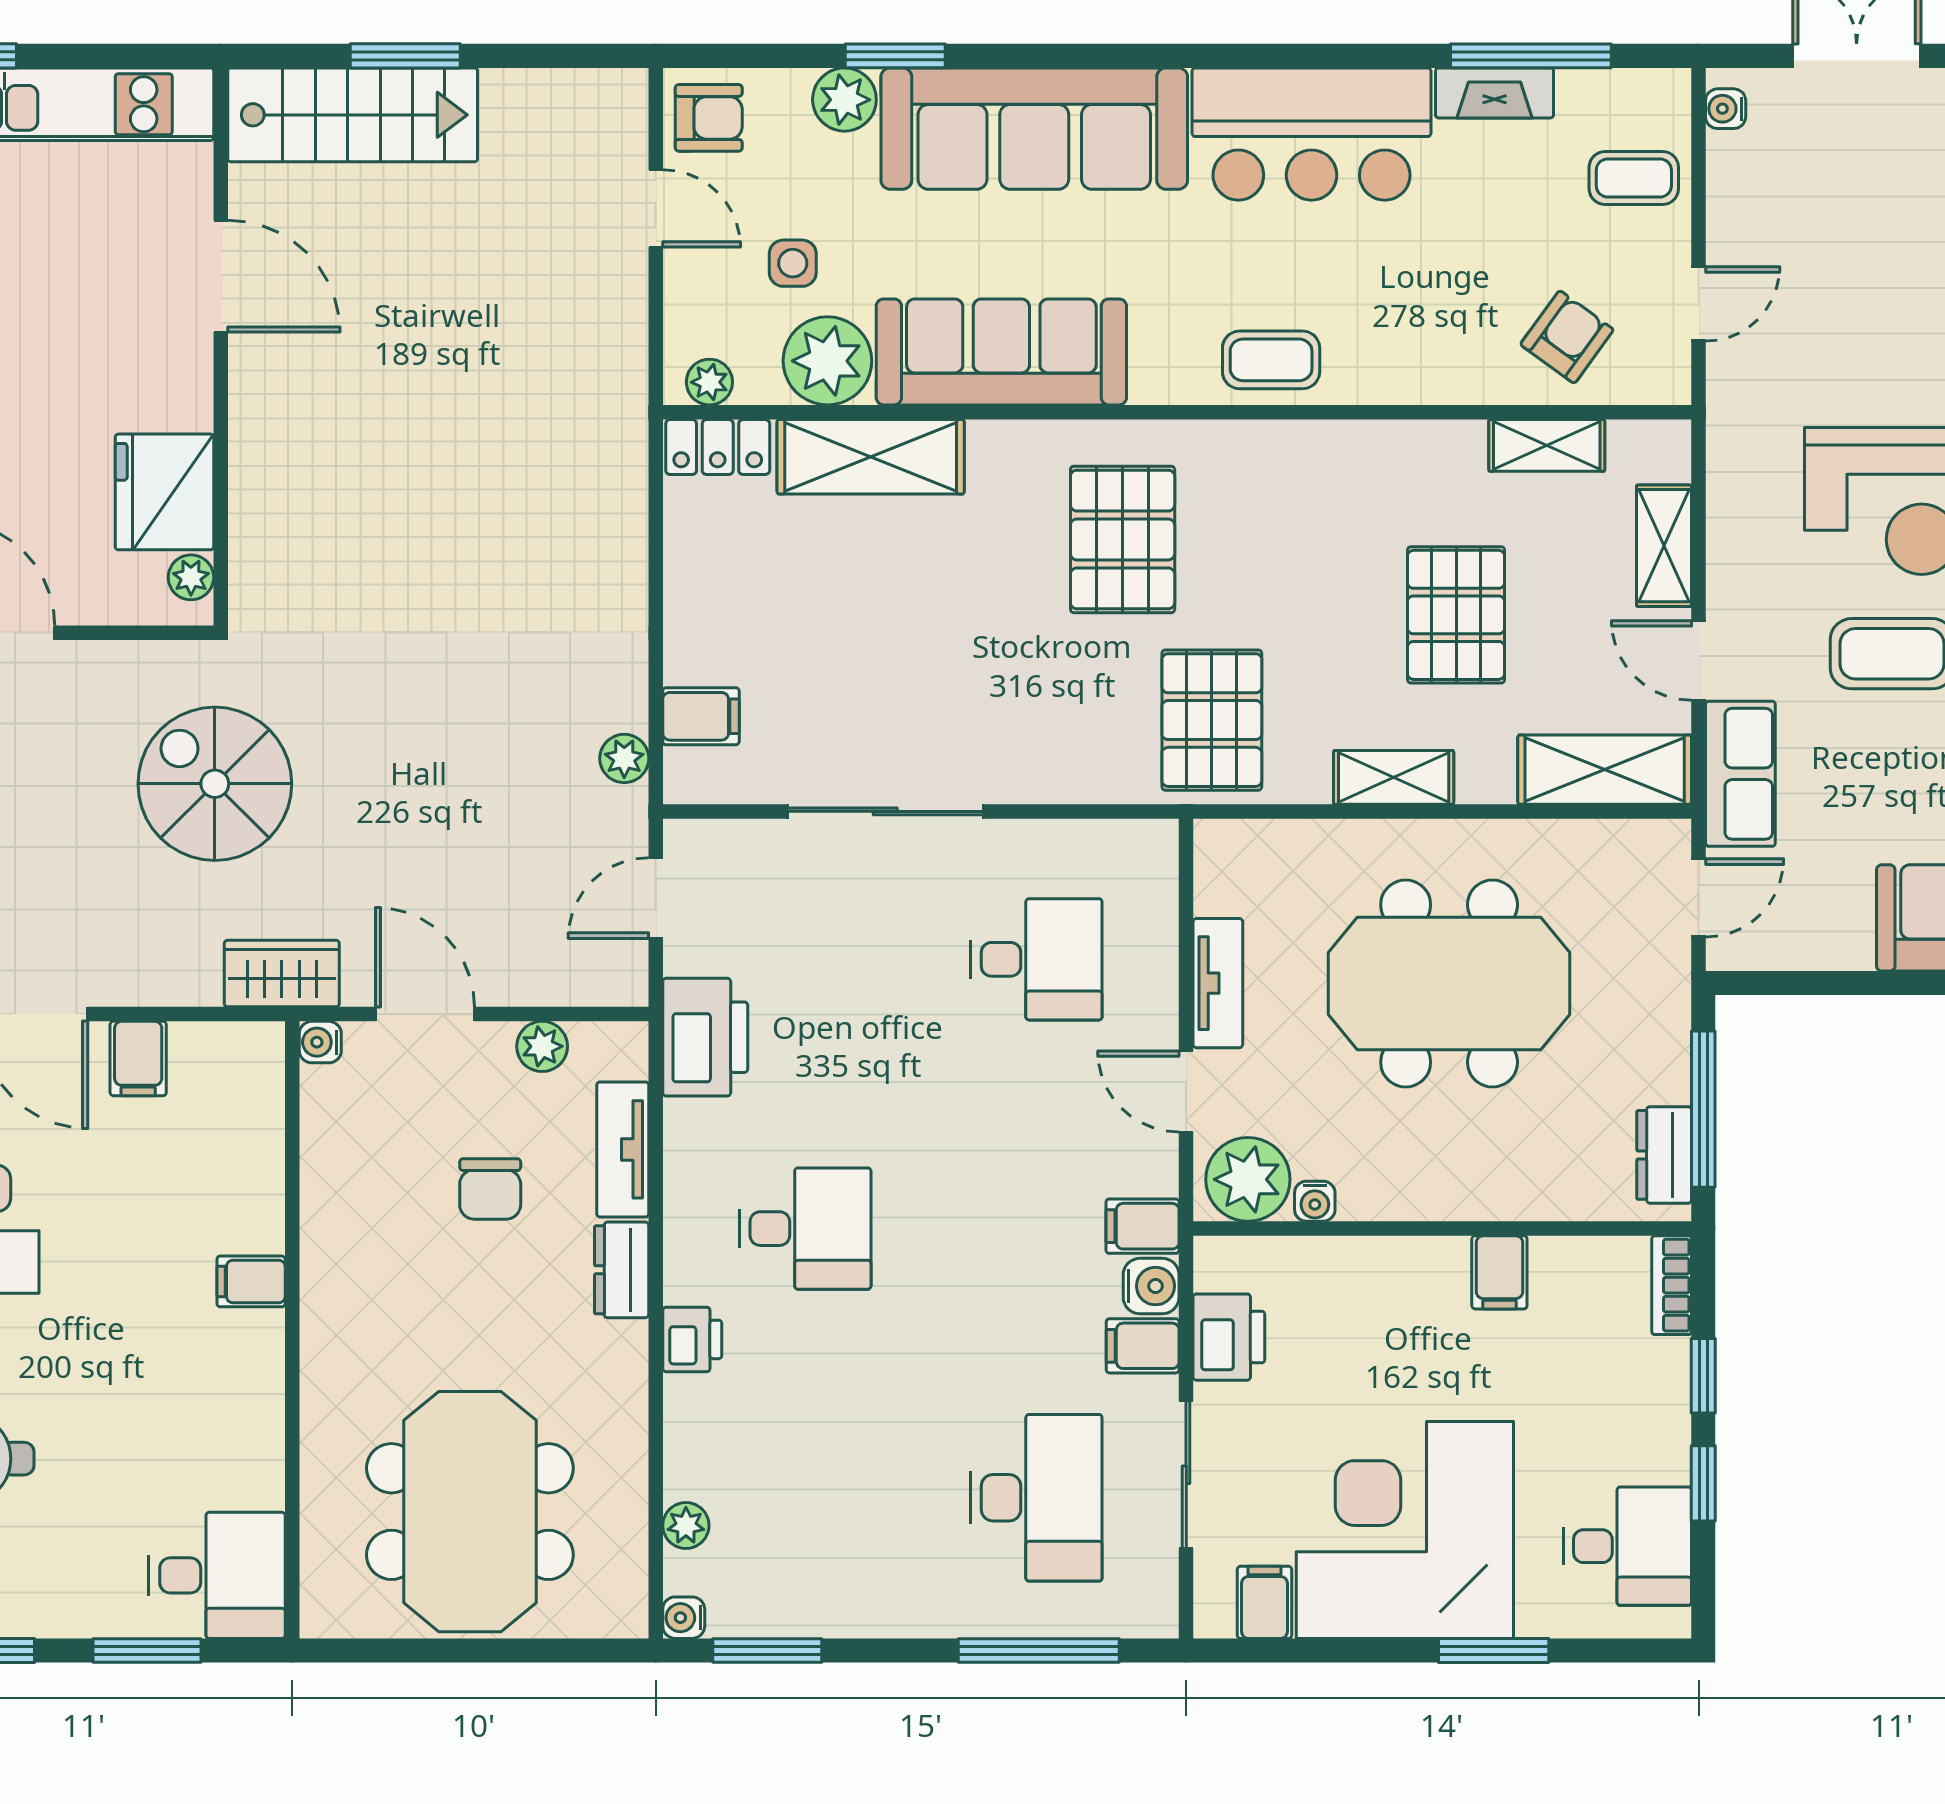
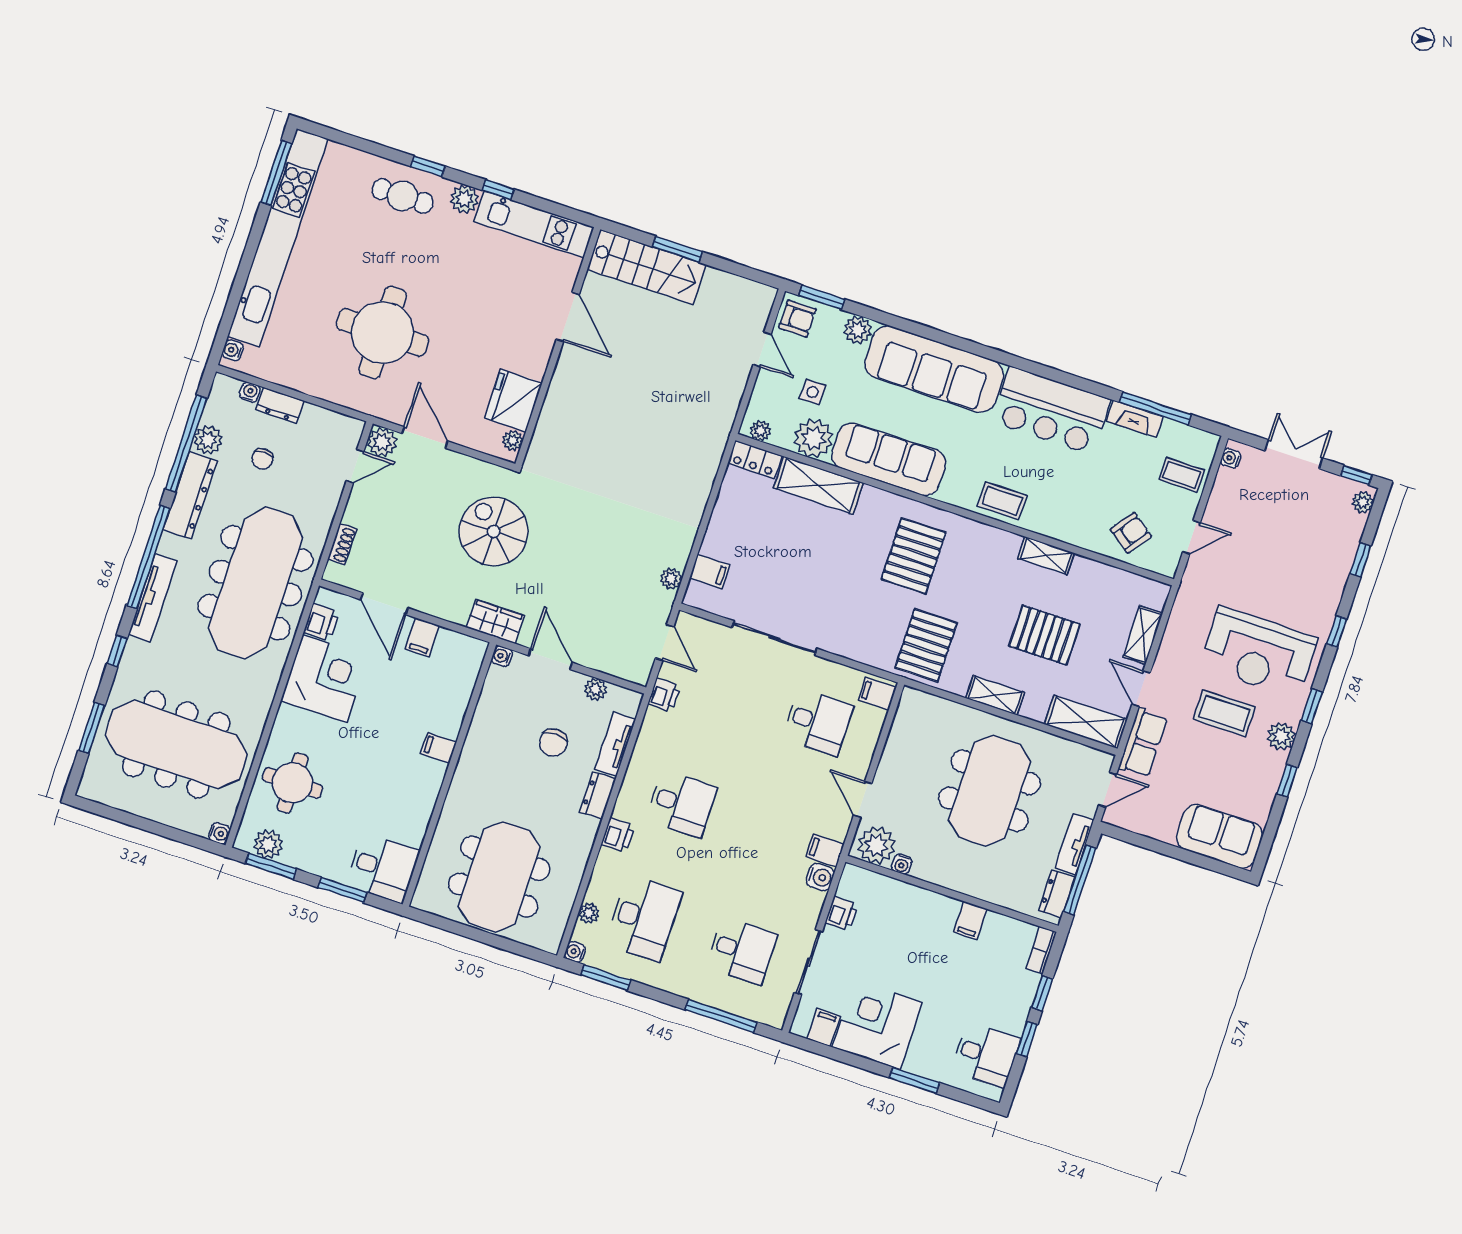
window: (895, 56) -> (822, 297), moved
shelving: (1547, 445) -> (1046, 556), moved
pallet: (1456, 615) -> (1045, 635), turned 90
door: (656, 898) -> (665, 642), swing flipped
tv unit: (1218, 983) -> (1074, 844), moved, turned 180
meeting table: (1449, 983) -> (990, 791), turned 90
printer: (705, 1037) -> (664, 695), width x0.53, depth x0.68
printer: (1229, 1337) -> (842, 914), width x0.73, depth x0.81
filing cabinet: (1143, 1346) -> (877, 694), moved
desk: (805, 1498) -> (644, 918), added
desk: (1036, 1498) -> (742, 951), width x0.73
corner desk: (1405, 1530) -> (877, 1025), width x0.74, depth x0.74

